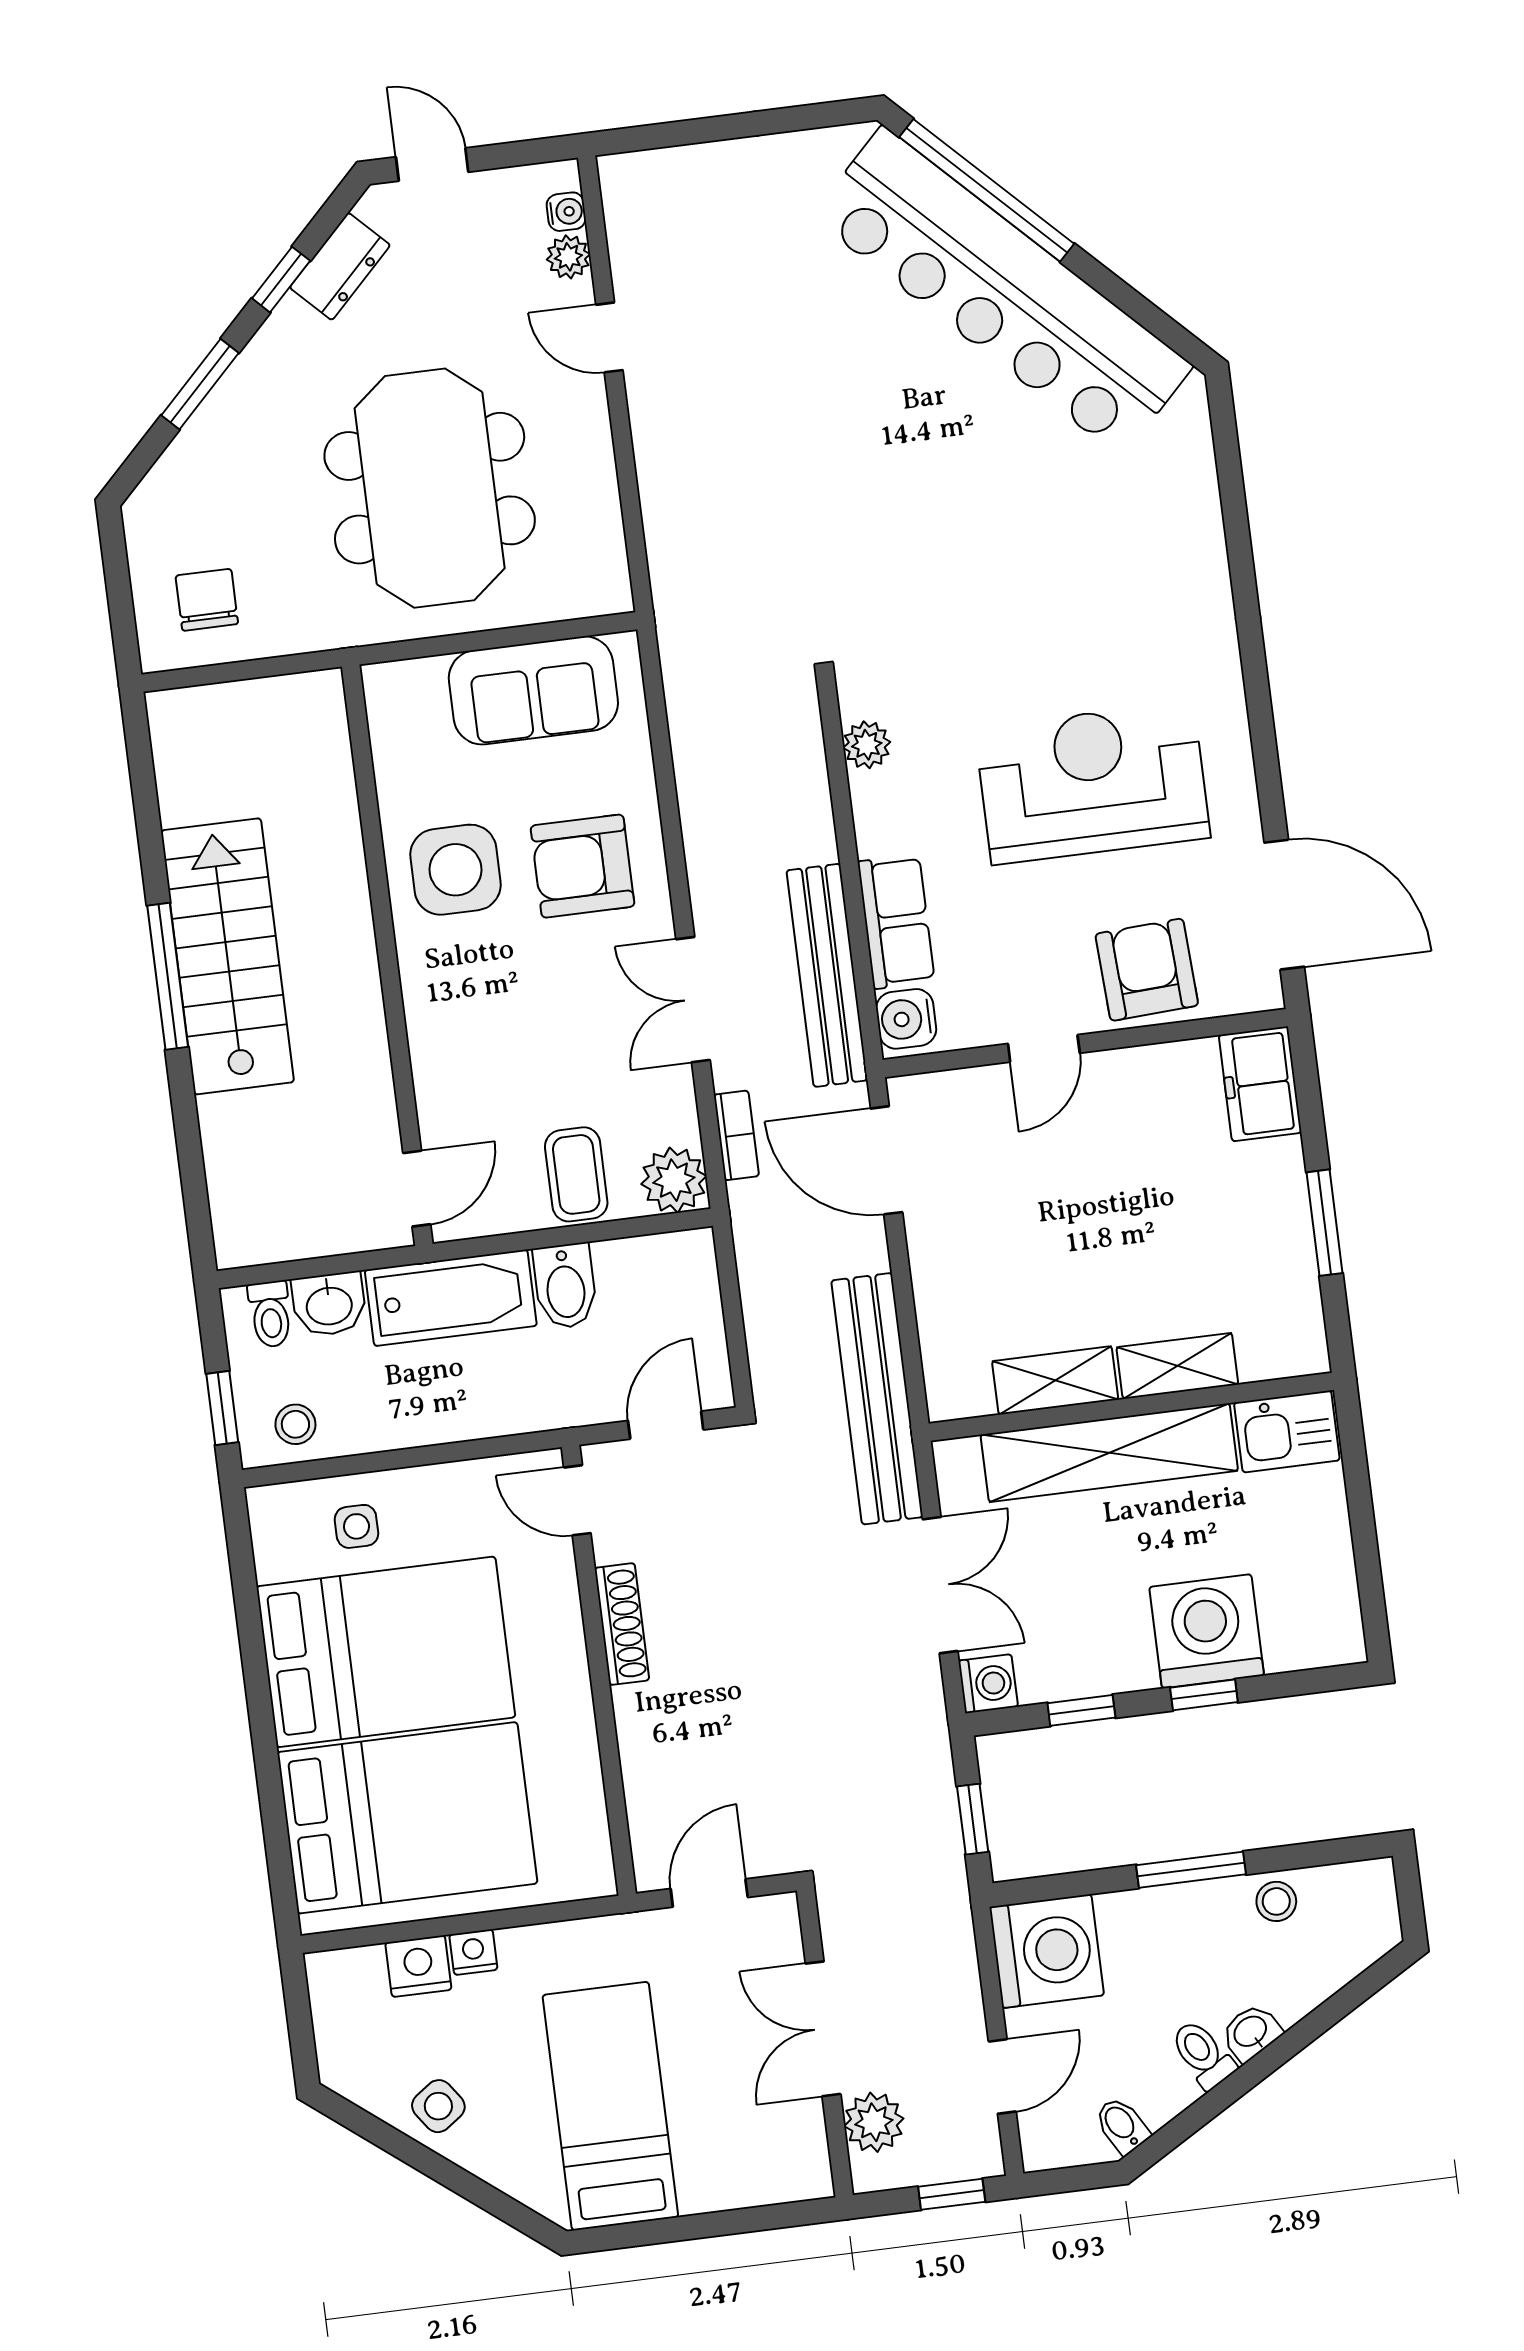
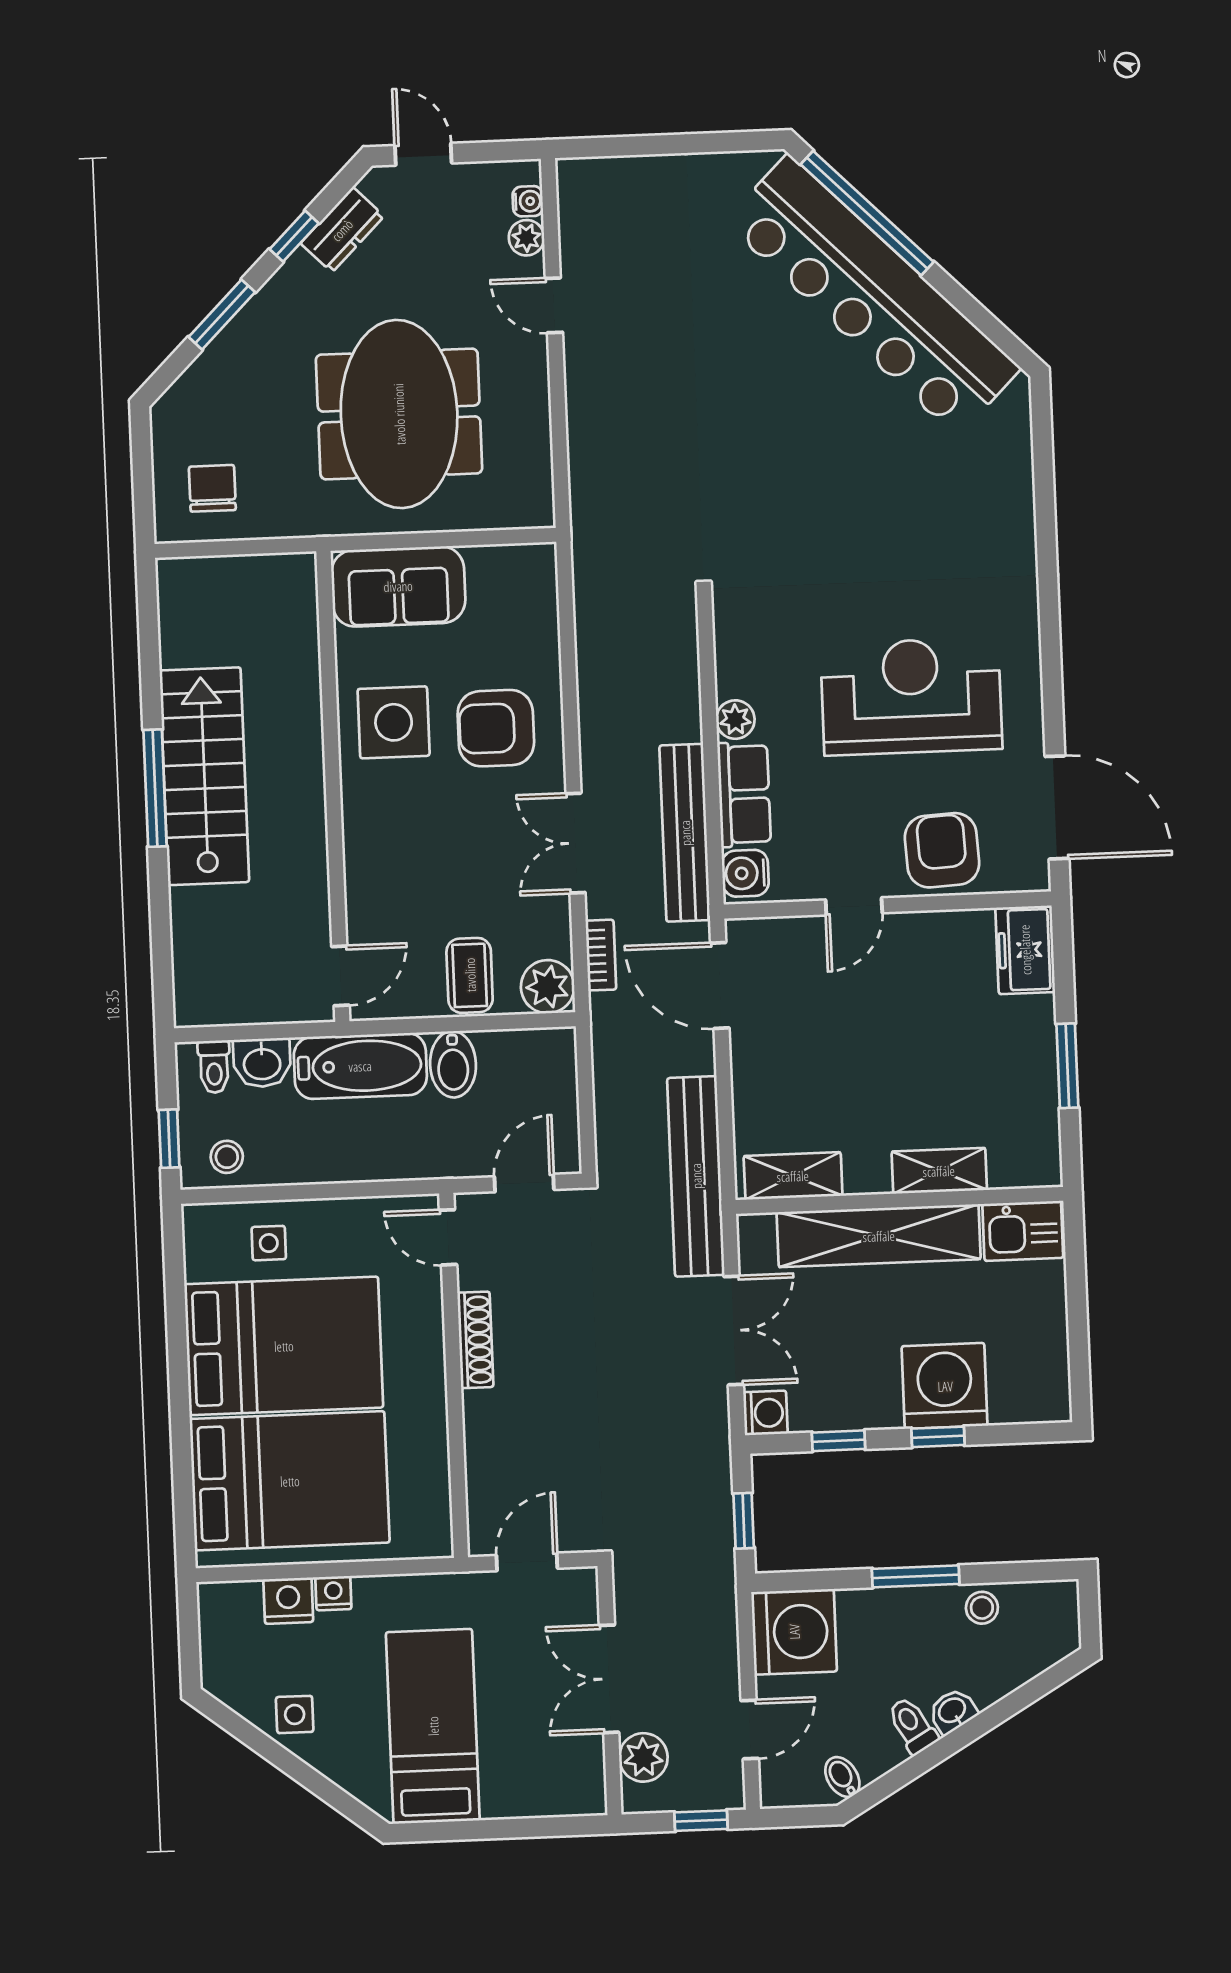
sofa: (533, 690) -> (398, 586), moved
plant: (867, 745) -> (735, 720), moved
shelving: (1055, 1380) -> (793, 1176), moved
side table: (438, 2106) -> (295, 1714), turned 36

